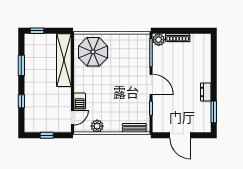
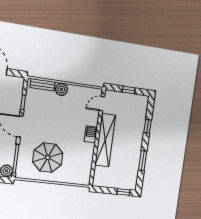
parasol: (93, 52) -> (48, 158), moved
shelving: (64, 60) -> (105, 140), moved
barbecue: (80, 101) -> (91, 134), moved
plant: (97, 126) -> (61, 89), moved

